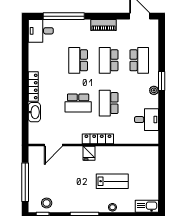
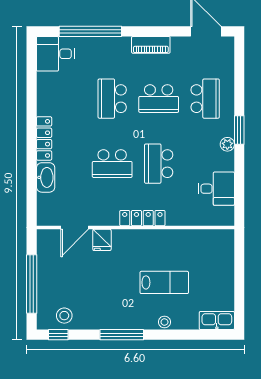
school desk: (109, 60) -> (159, 99), turned -90
fridge: (89, 153) -> (102, 240), moved

